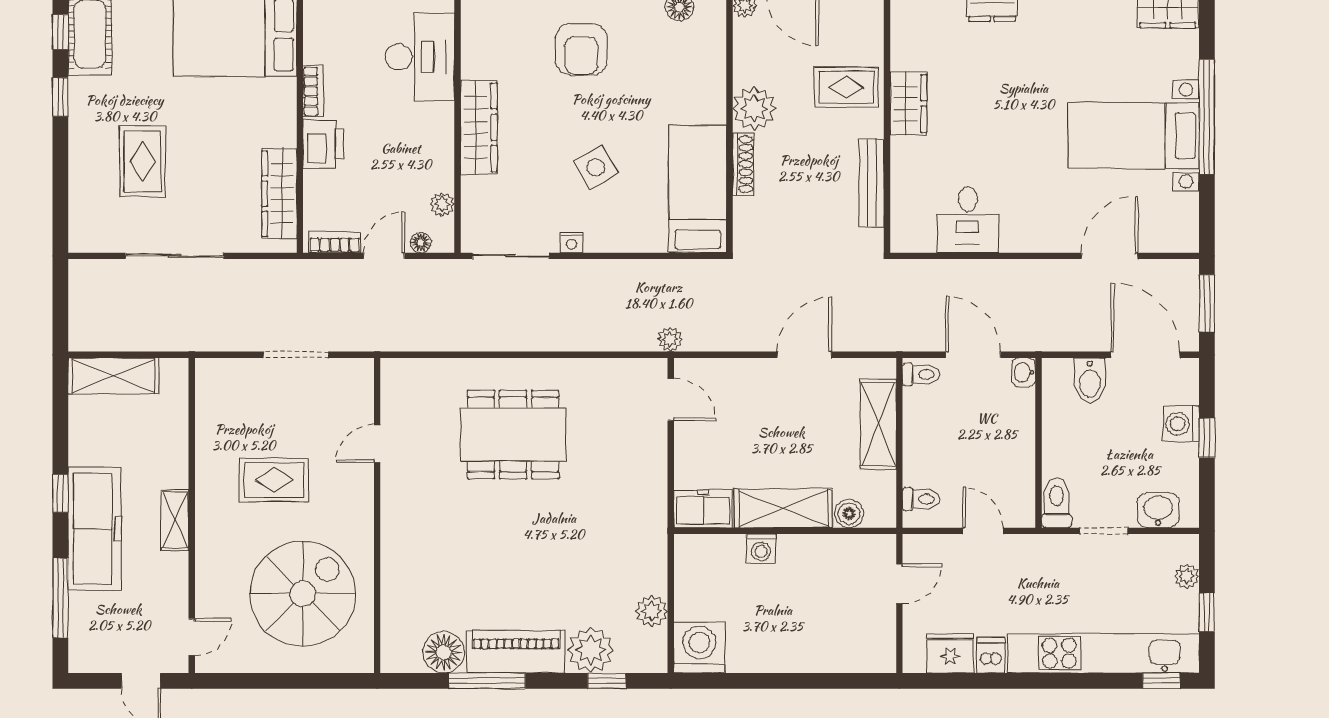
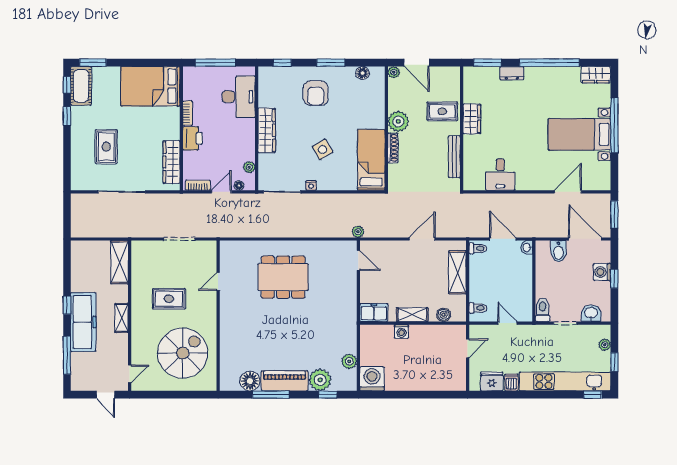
shelving: (113, 376) -> (120, 262), moved, turned 90
shelving: (783, 508) -> (412, 315), width x0.67, depth x0.75

